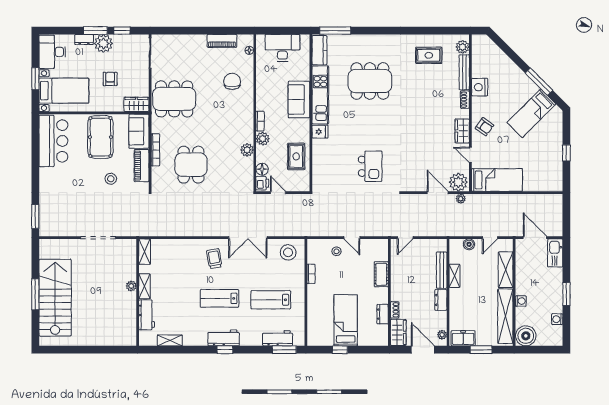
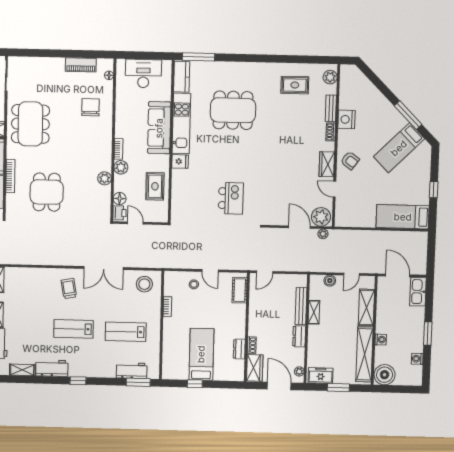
bench: (464, 72) -> (331, 108), width x0.73
dining table: (174, 99) -> (30, 124), turned 90
sofa: (299, 99) -> (159, 128), width x1.36
bed: (497, 180) -> (403, 217), moved, turned 180
cot: (381, 274) -> (240, 290), moved
workbench: (224, 338) -> (52, 368), moved

